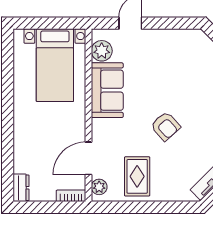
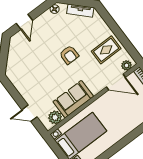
armchair: (165, 126) -> (69, 55), turned 132

